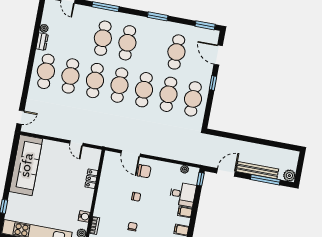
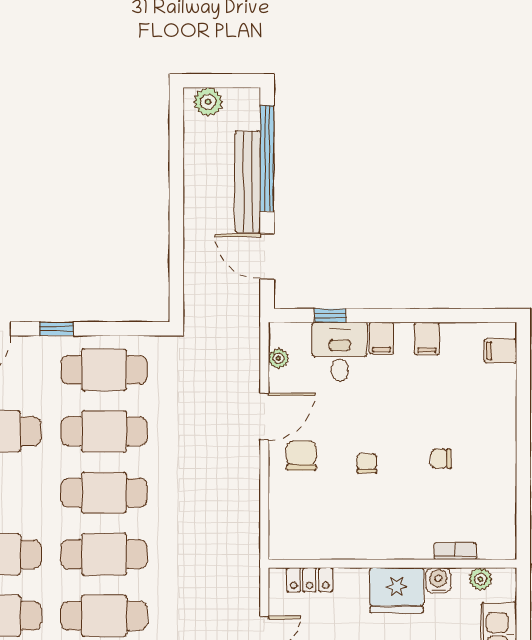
door: (131, 153) -> (264, 417), moved
plant: (289, 176) -> (208, 102), moved
locker: (91, 179) -> (310, 580), moved
window: (200, 179) -> (330, 315), moved
window: (265, 180) -> (267, 158), width x1.46
fridge: (83, 199) -> (397, 590), added

